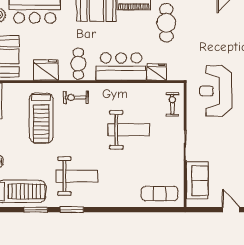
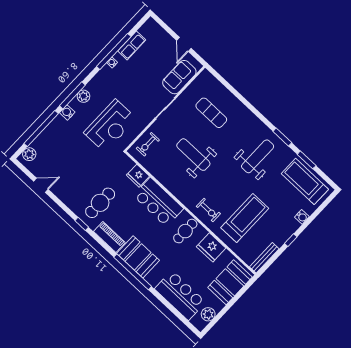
weight bench: (77, 176) -> (258, 156), turned 90
exercise mat: (159, 194) -> (211, 113), moved
door: (231, 210) -> (184, 44), moved

